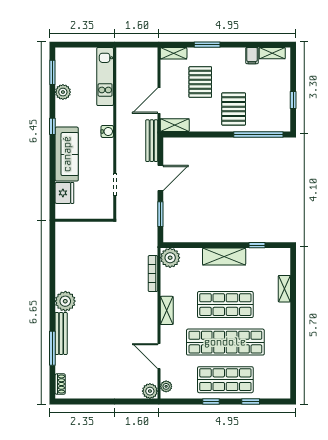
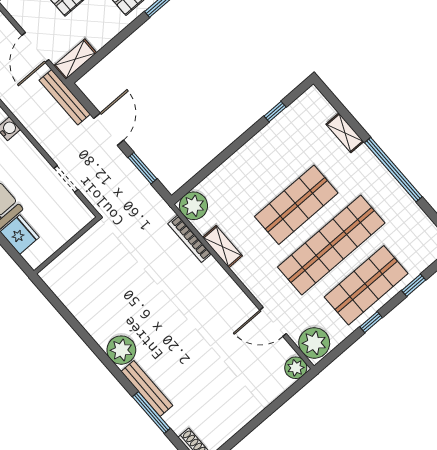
shelving: (224, 257) -> (250, 154), removed
shelving: (167, 310) -> (222, 247), moved
window: (293, 331) -> (393, 170), added
plant: (166, 386) -> (314, 343), width x1.87, depth x1.87

